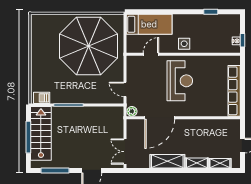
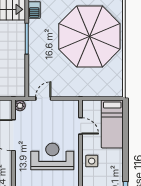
parasol: (89, 46) -> (89, 37), moved
reception desk: (180, 81) -> (52, 156), turned 180

